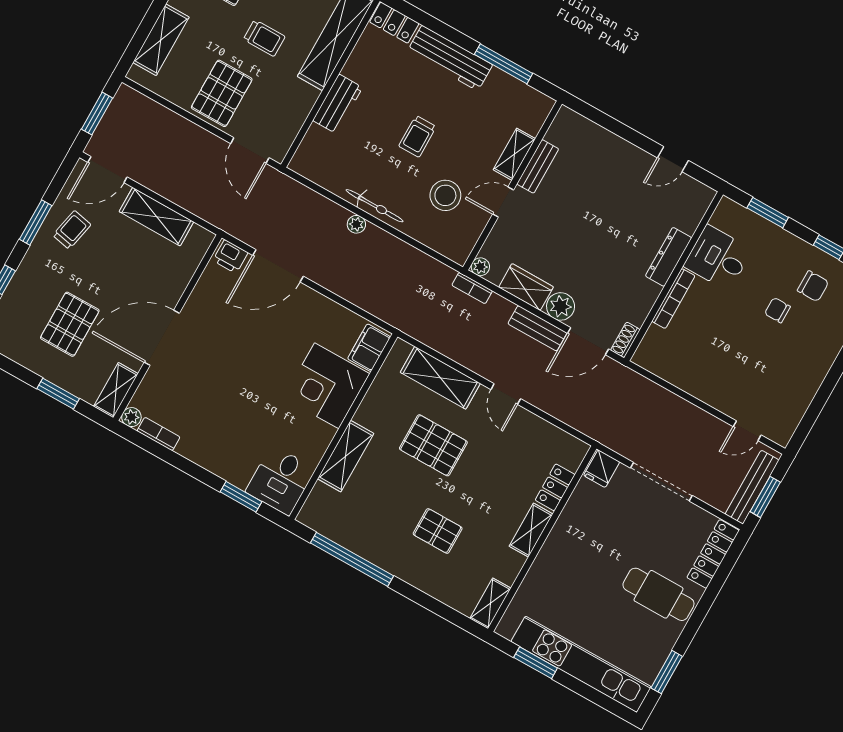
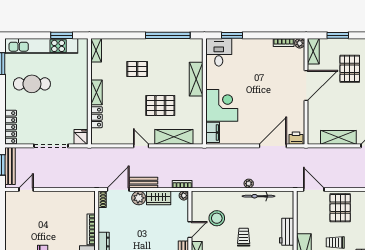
bicycle: (375, 206) -> (258, 196), moved
cafe table: (658, 594) -> (32, 84), moved

